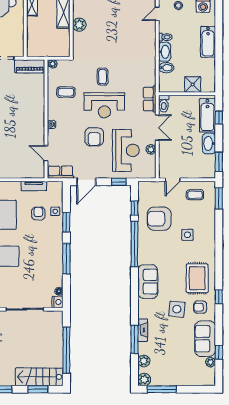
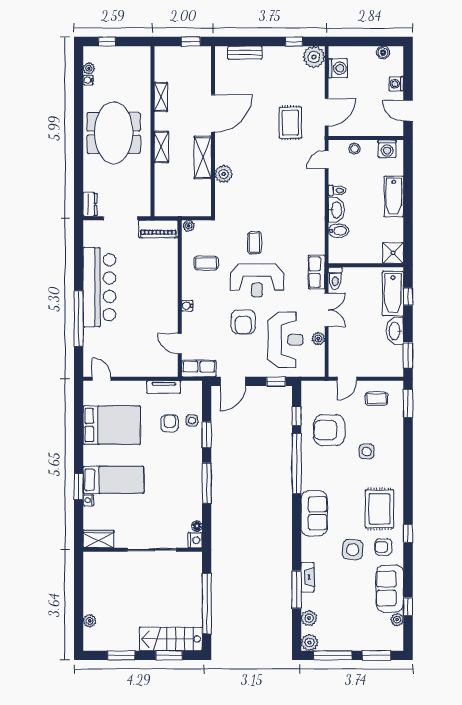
shower: (193, 84) -> (393, 253), moved
window: (195, 389) -> (376, 655), added

